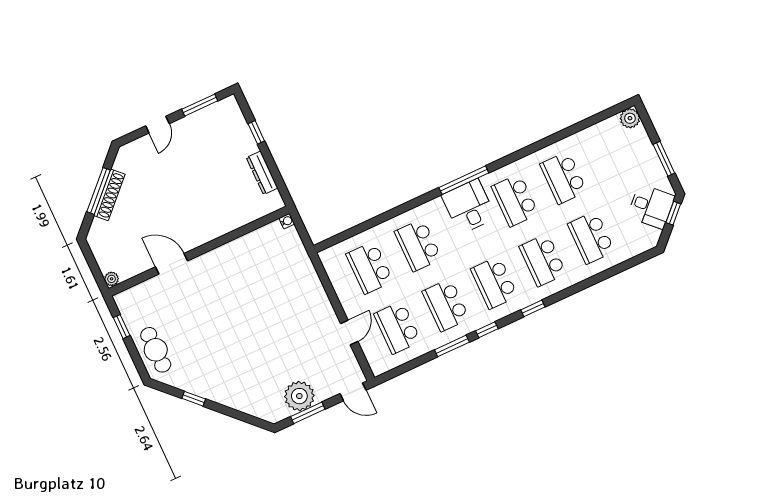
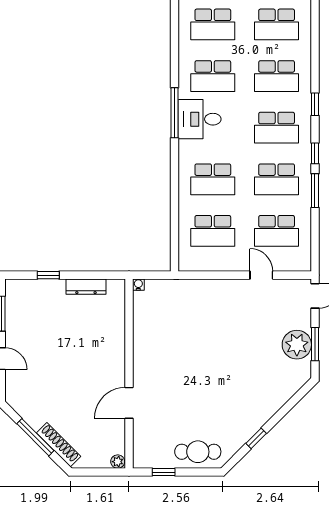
shoe rack: (109, 195) -> (59, 445), moved

